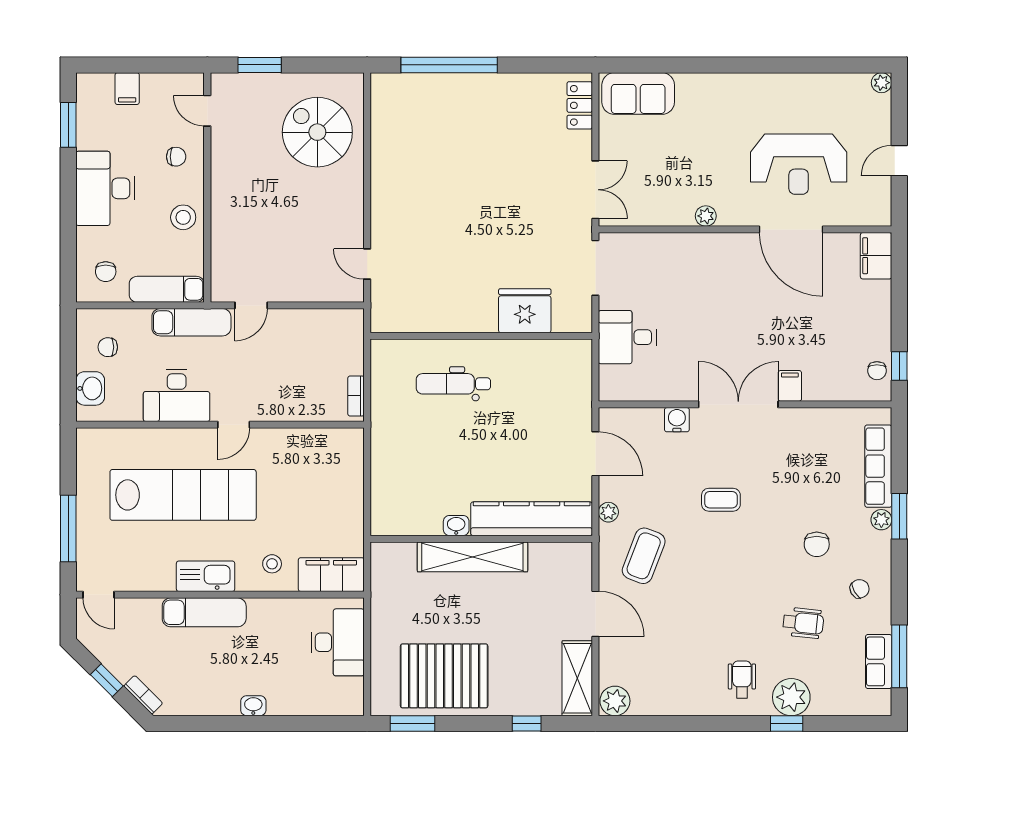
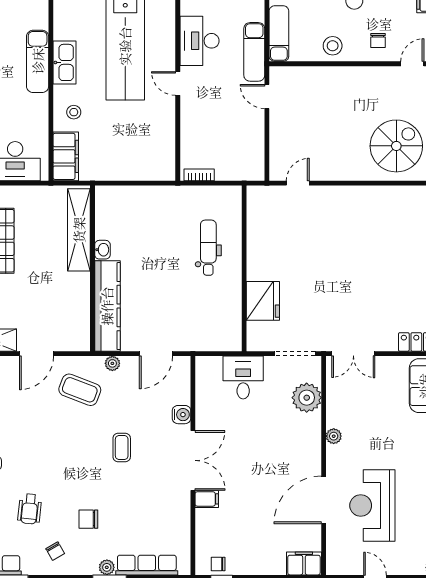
plant: (654, 252) -> (307, 398), added
shelving: (472, 557) -> (79, 230), moved

